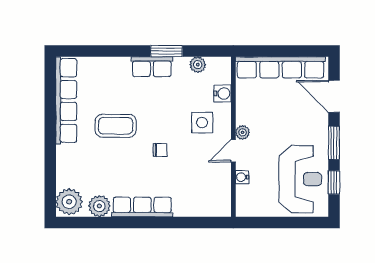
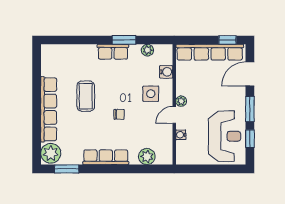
window: (304, 51) -> (227, 40), added
door: (334, 96) -> (250, 74), hinge flipped
row of seats: (66, 100) -> (49, 109), moved
coffee table: (116, 126) -> (86, 96), turned 90
plant: (99, 206) -> (147, 157), moved
window: (90, 223) -> (67, 169), added

